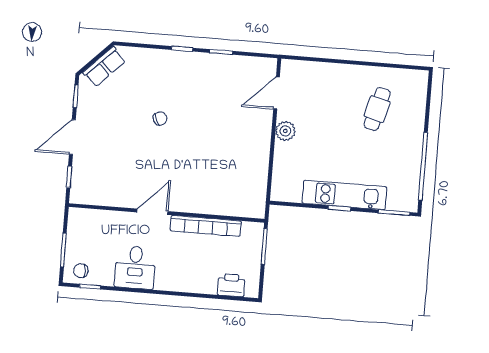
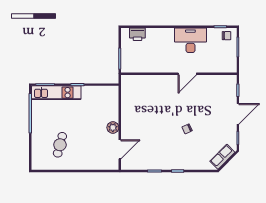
kitchen unit: (344, 195) -> (56, 93), moved
bookcase: (206, 226) -> (155, 68), removed
desk: (135, 267) -> (190, 40), width x1.37

